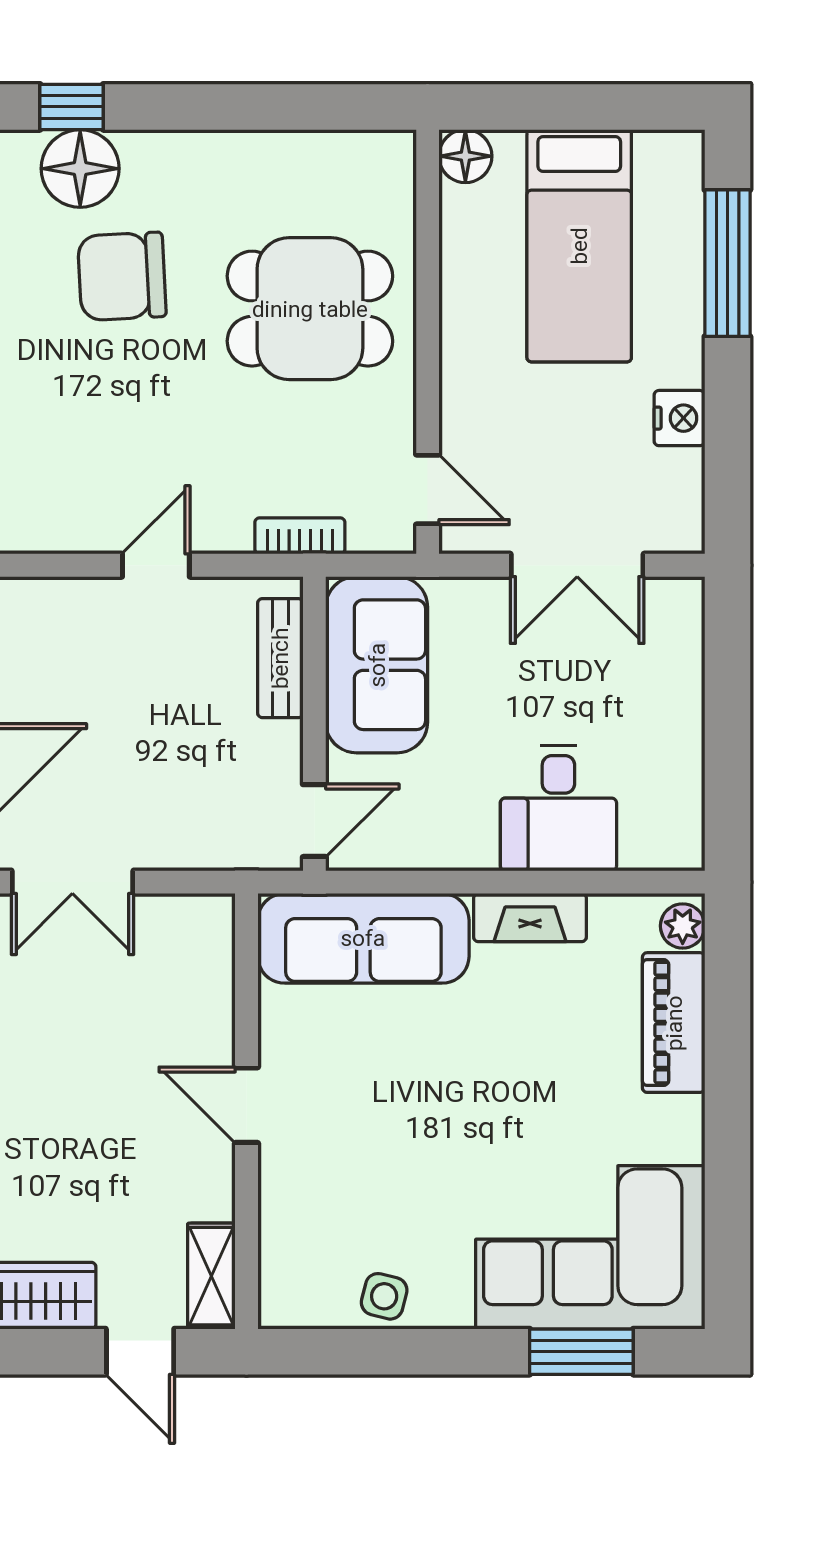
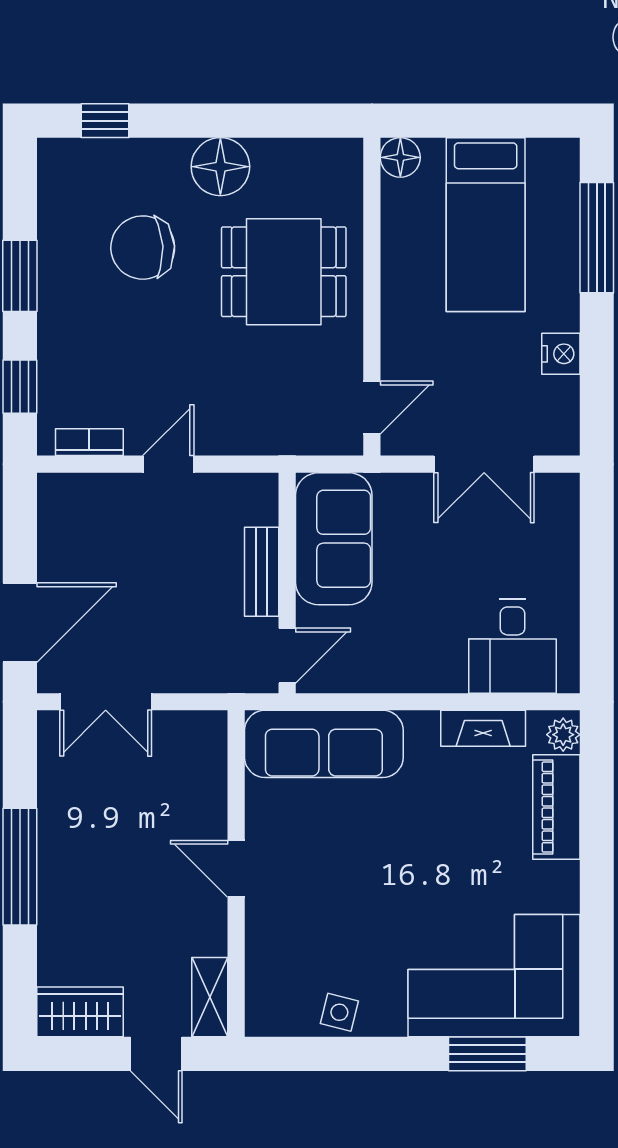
floor lamp: (80, 169) -> (220, 167), moved
door: (428, 490) -> (372, 407), hinge flipped
bookcase: (300, 536) -> (89, 442), moved
bench: (280, 658) -> (262, 572), moved
desk: (558, 808) -> (512, 646), moved
fireplace: (530, 918) -> (483, 728), moved

